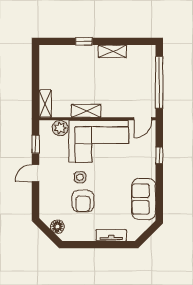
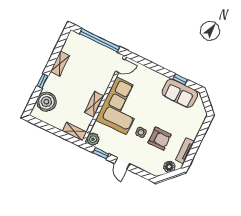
boiler: (63, 57) -> (46, 102), added
door: (143, 119) -> (120, 65), hinge flipped
plant: (60, 128) -> (93, 139), moved
window: (159, 155) -> (180, 79), moved
tv unit: (111, 235) -> (185, 150), moved

